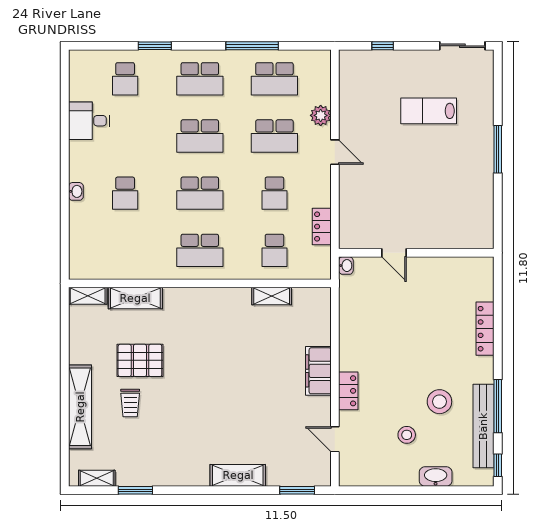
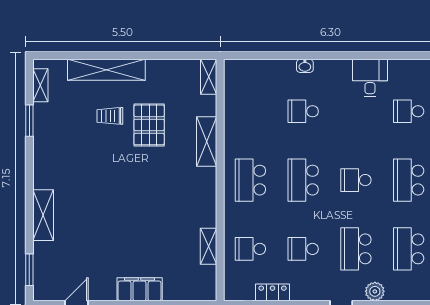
school desk: (200, 136) -> (356, 180), width x0.54
shelving: (135, 298) -> (207, 141), moved

